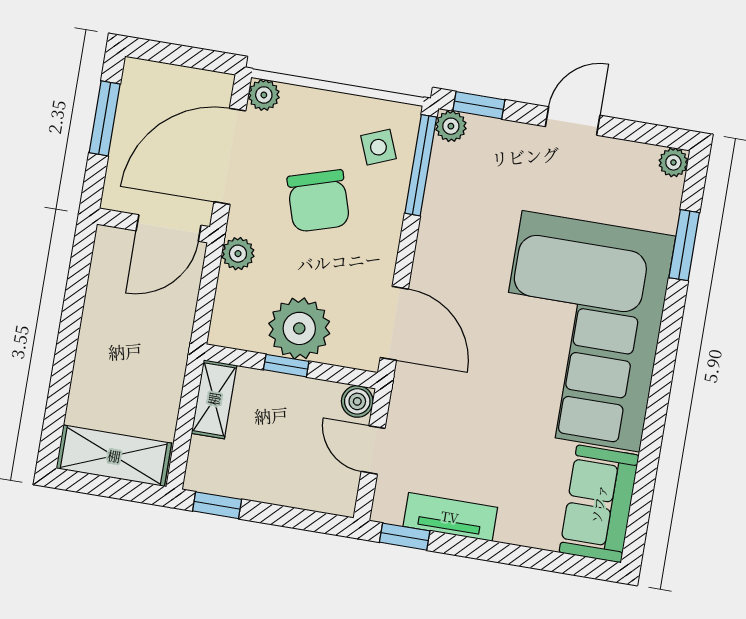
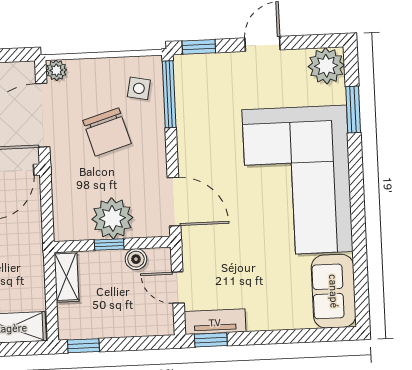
plant: (451, 126) -> (183, 64), removed
side table: (378, 147) -> (139, 88), turned 33
plant: (673, 162) -> (326, 66), width x1.88, depth x1.88
plant: (238, 254) -> (62, 178), removed
boiler: (357, 401) -> (136, 259), moved
tv unit: (450, 517) -> (215, 322), moved

